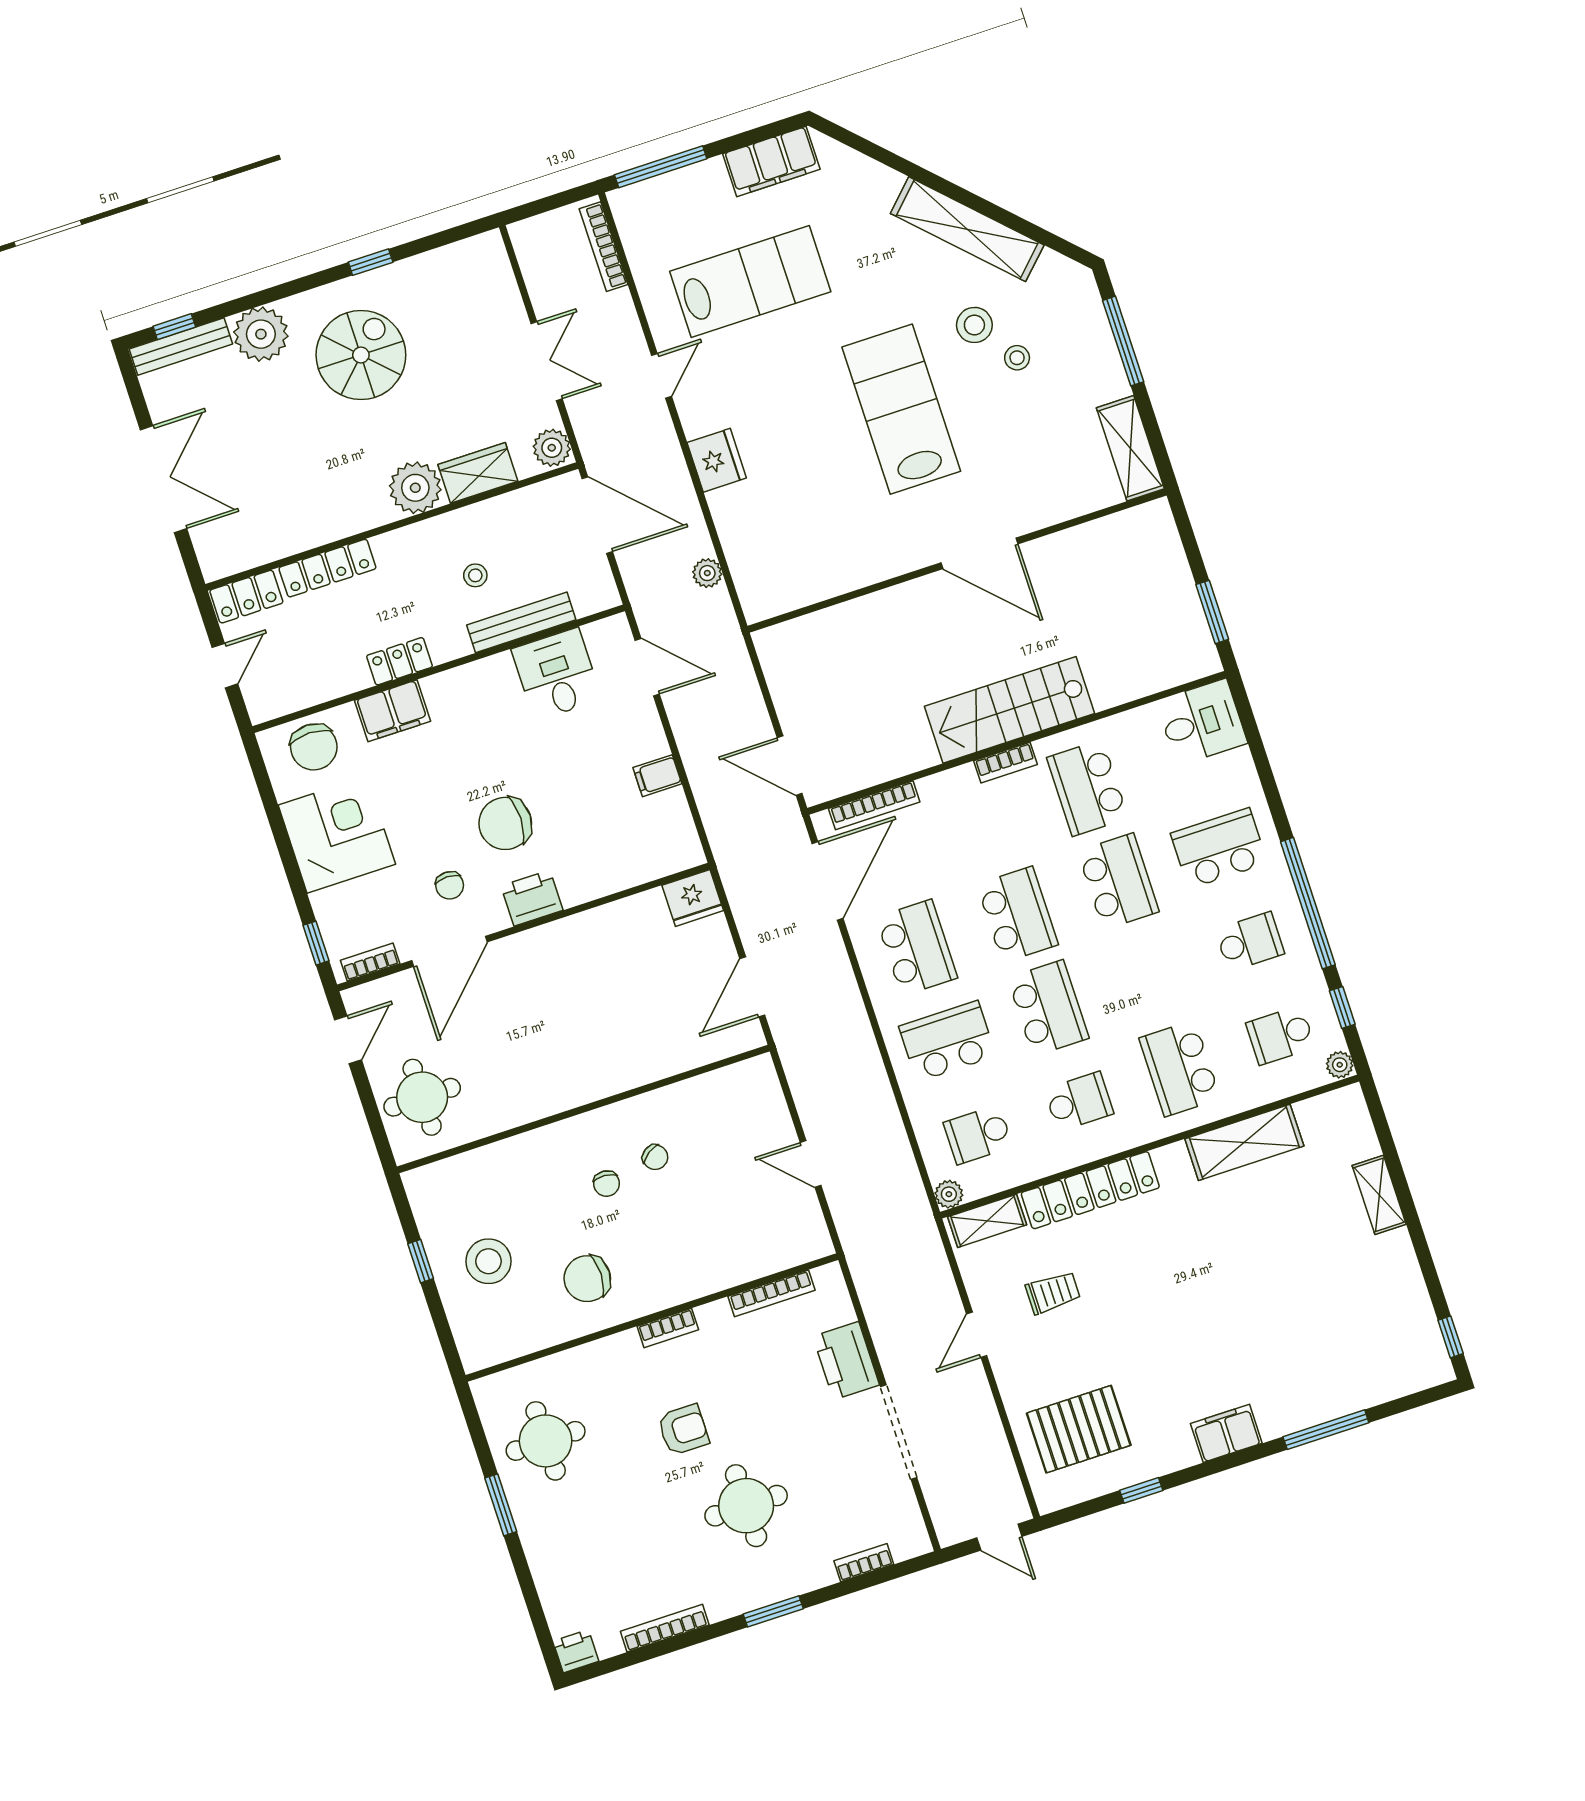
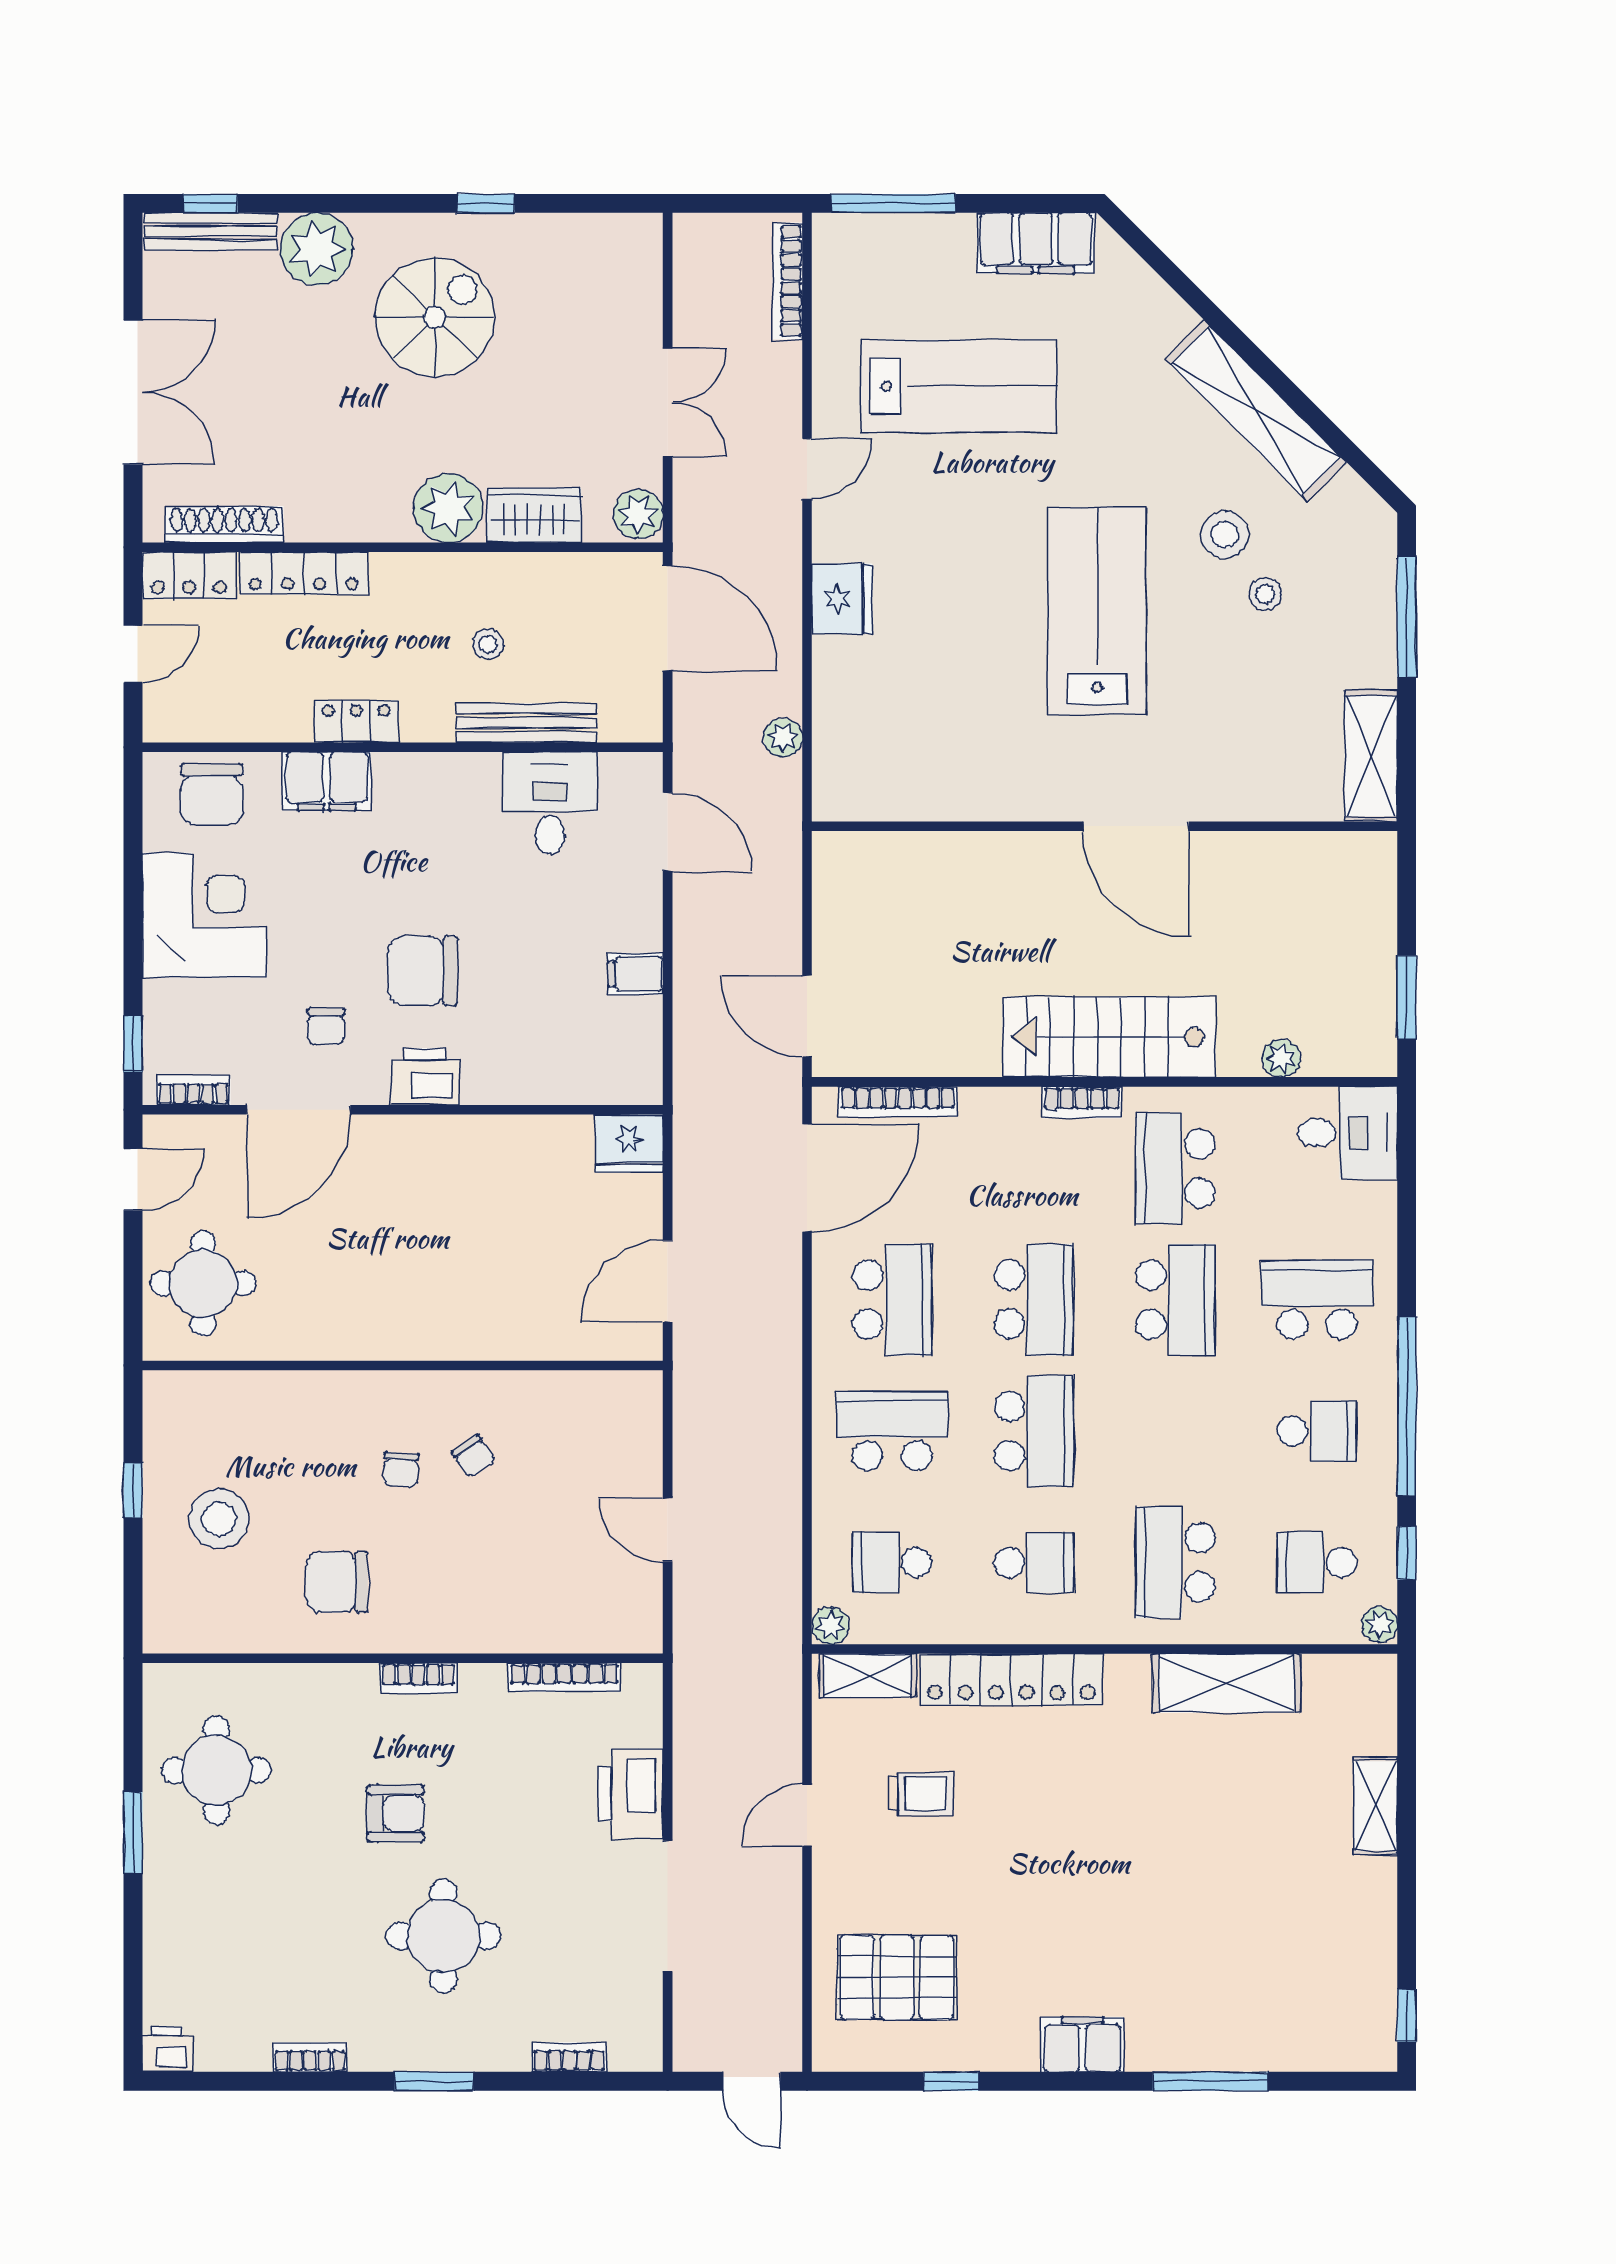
shoe rack: (259, 552) -> (224, 524), added
plant: (1137, 685) -> (1281, 1058), added
bookcase: (665, 1628) -> (310, 2057), width x0.64

